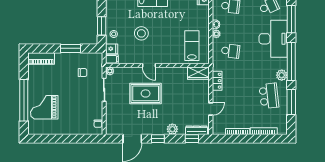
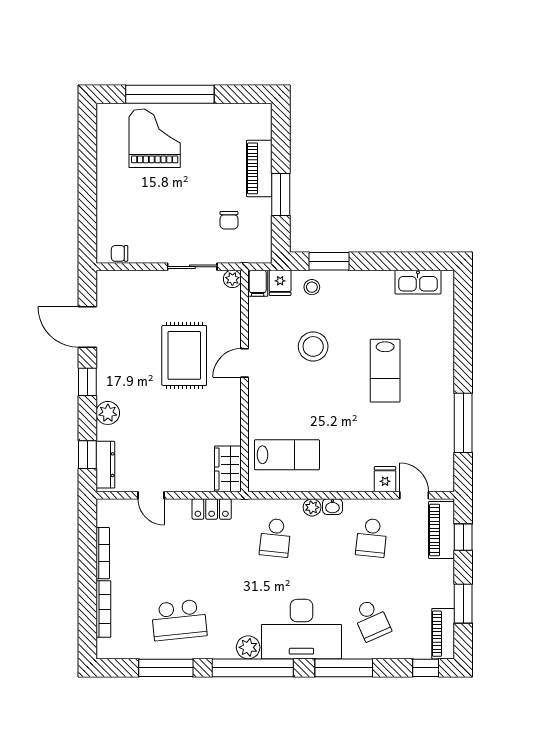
piano: (41, 58) -> (259, 168), moved
plant: (282, 75) -> (248, 647), moved

